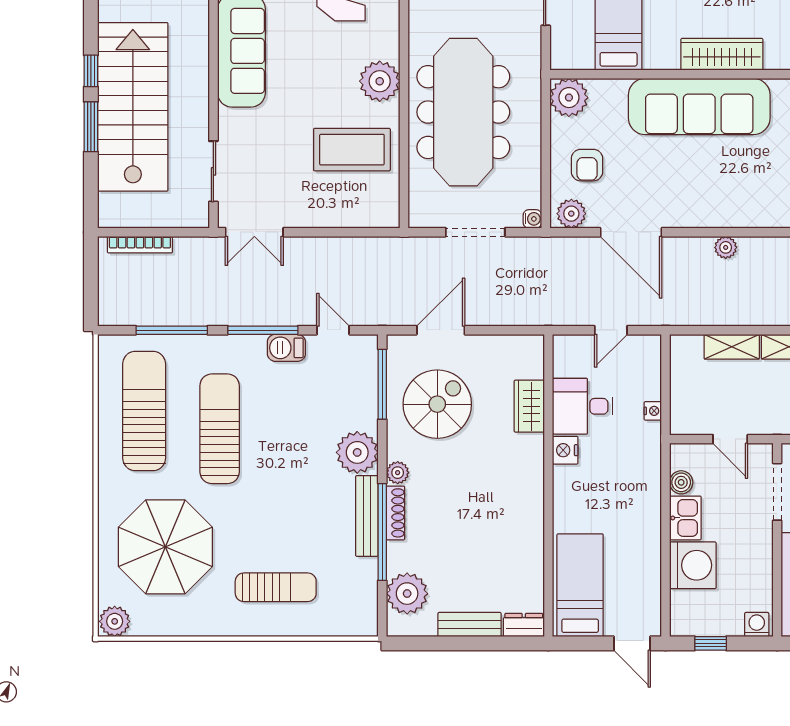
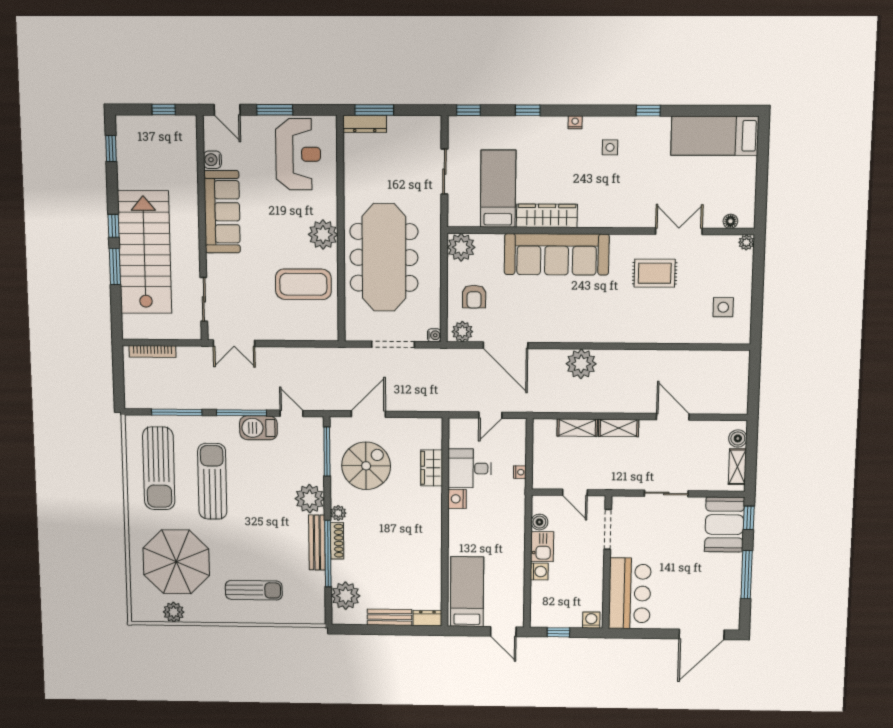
wardrobe: (722, 54) -> (547, 216), moved
plant: (726, 247) -> (581, 364), width x1.88, depth x1.88
barbecue: (286, 348) -> (258, 428), width x1.38, depth x1.27
sun lounger: (144, 411) -> (159, 468), turned 180
washing machine: (693, 565) -> (539, 572), width x0.53, depth x0.53
plant: (115, 621) -> (174, 612), moved

